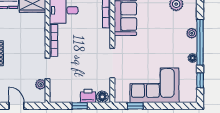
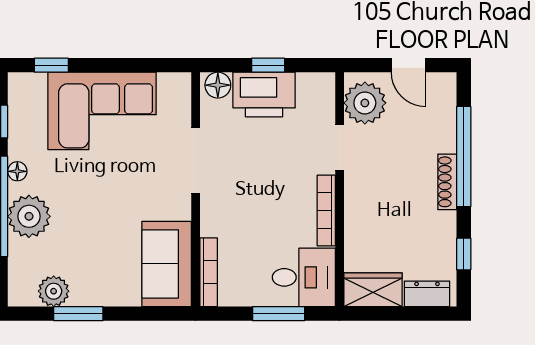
plant: (192, 33) -> (29, 216), width x1.88, depth x1.88
plant: (41, 84) -> (365, 103), width x1.88, depth x1.88
printer: (88, 96) -> (264, 95), width x1.87, depth x1.48
window: (135, 106) -> (51, 65), moved

